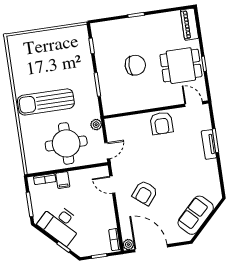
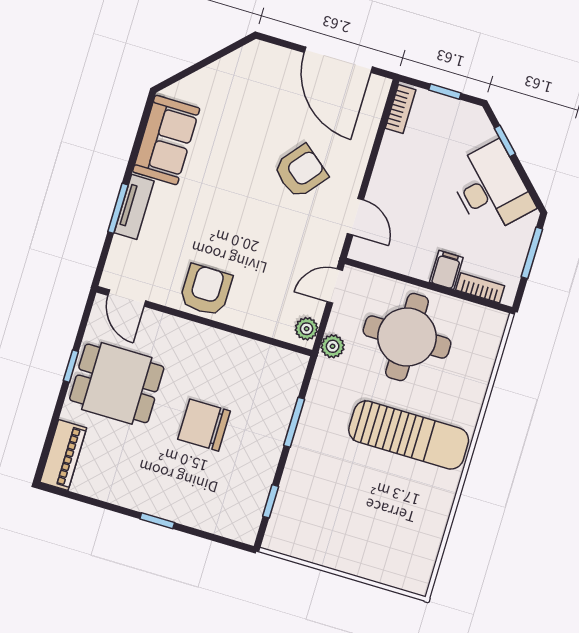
sofa: (196, 215) -> (166, 140), moved, turned -45
plant: (128, 245) -> (307, 329), moved

